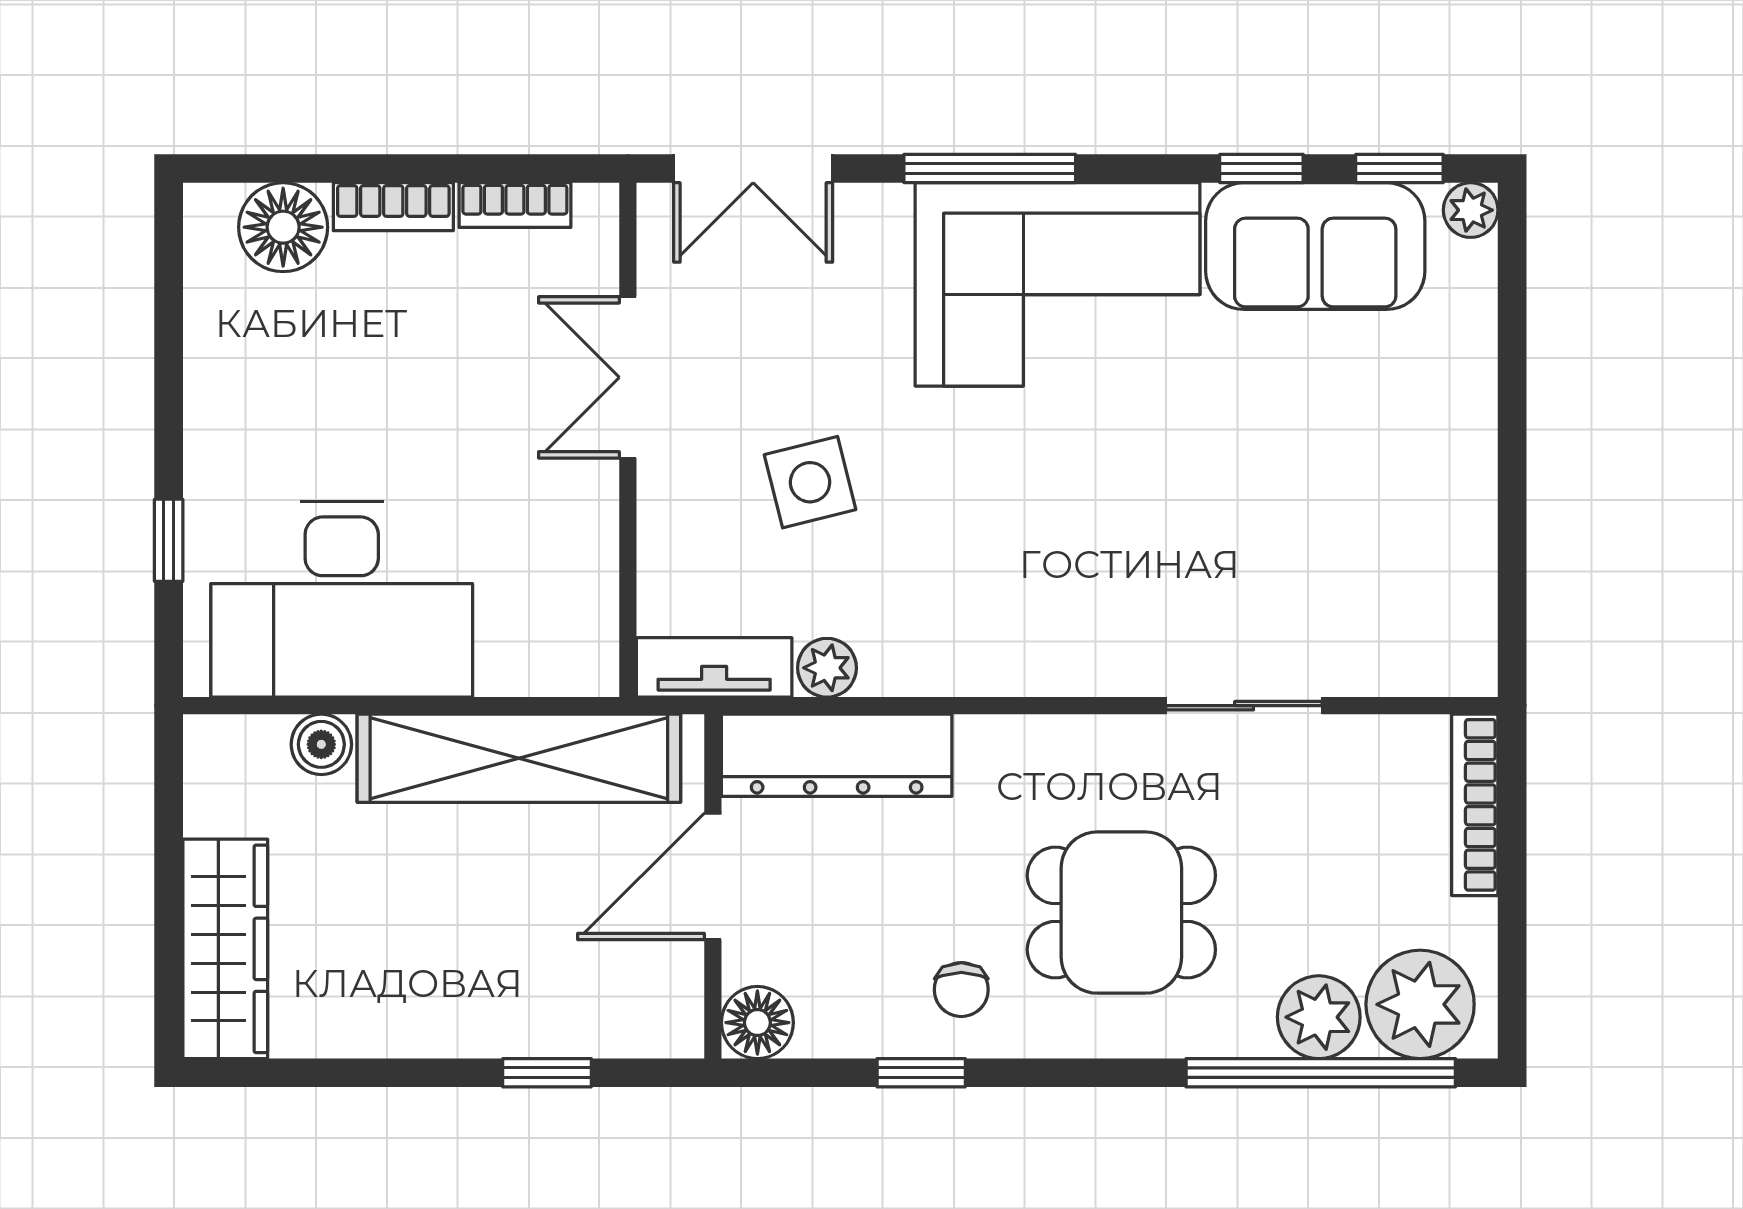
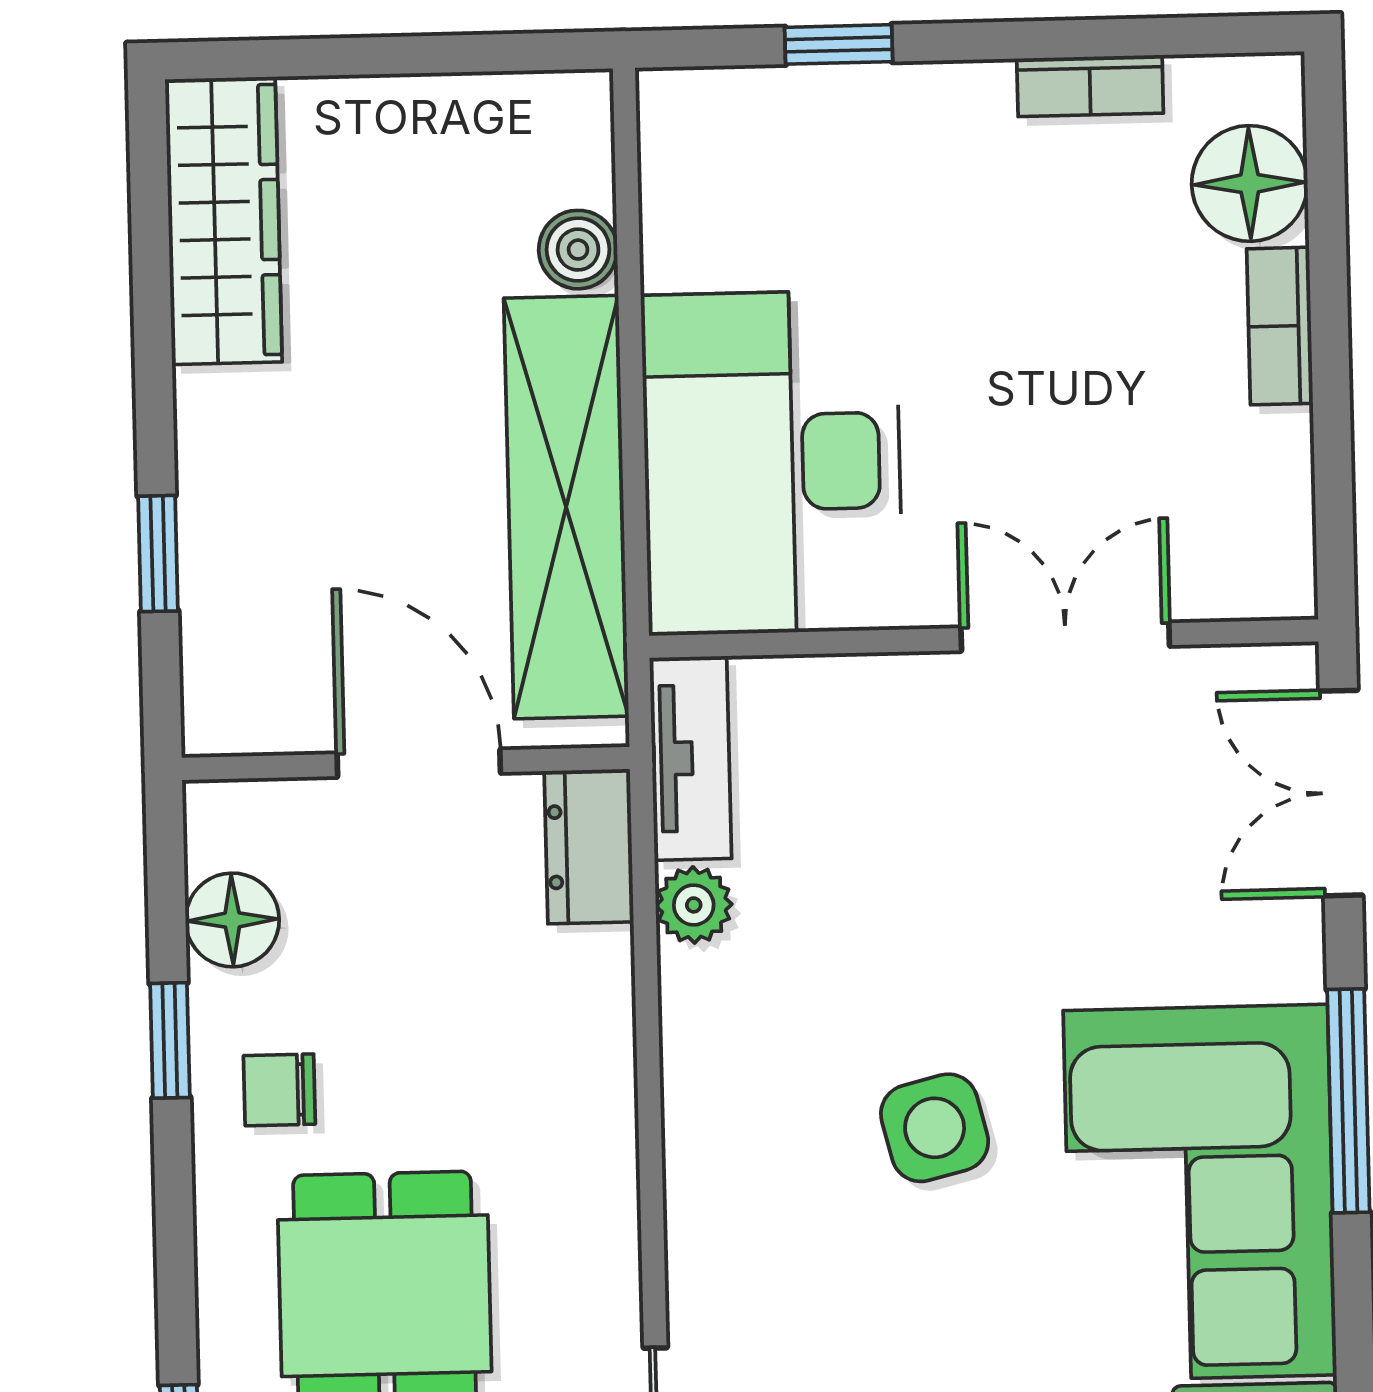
bookcase: (515, 205) -> (1090, 86), moved, turned -90
side table: (810, 482) -> (935, 1128), moved
desk: (342, 599) -> (772, 462), moved
dresser: (837, 755) -> (589, 846), width x0.51, depth x0.80
wardrobe: (225, 949) -> (224, 221), moved, turned -90
floor lamp: (757, 1023) -> (232, 920), moved

